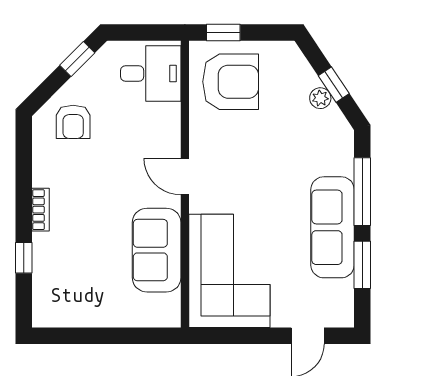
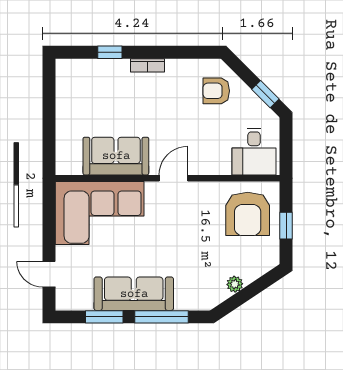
window: (223, 33) -> (286, 226), moved
window: (334, 85) -> (245, 295), removed

